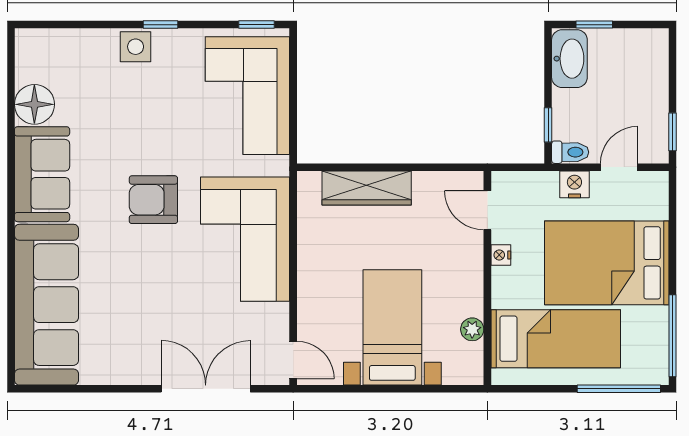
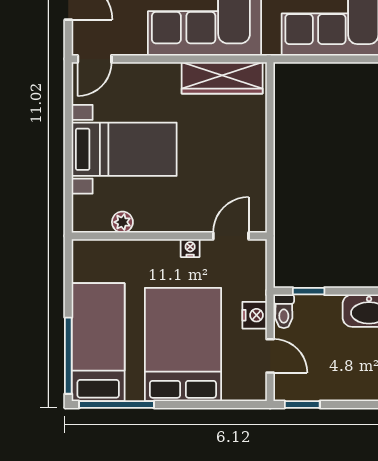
wardrobe: (367, 188) -> (222, 78), moved, turned -90
bed: (556, 339) -> (98, 342), moved, turned 180

